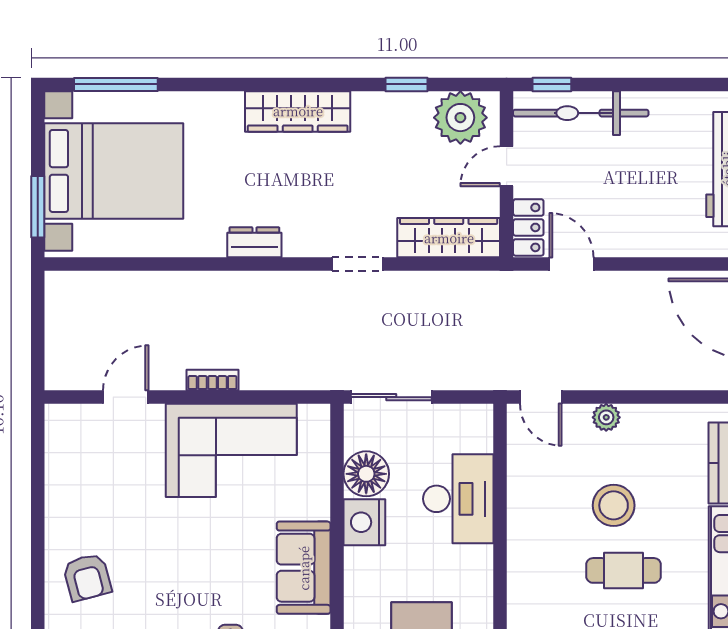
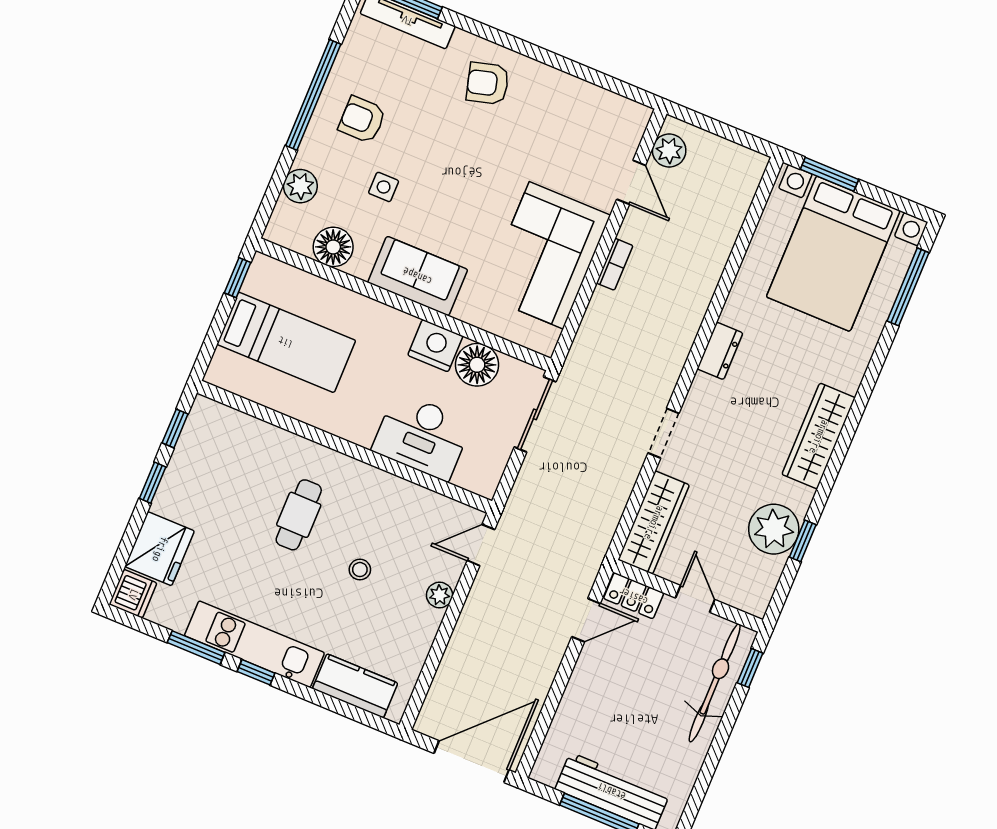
plant: (460, 118) -> (774, 529), moved
plant: (79, 373) -> (669, 151), added
stool: (614, 505) -> (360, 570), width x0.53, depth x0.53
cafe table: (624, 570) -> (299, 515), moved

